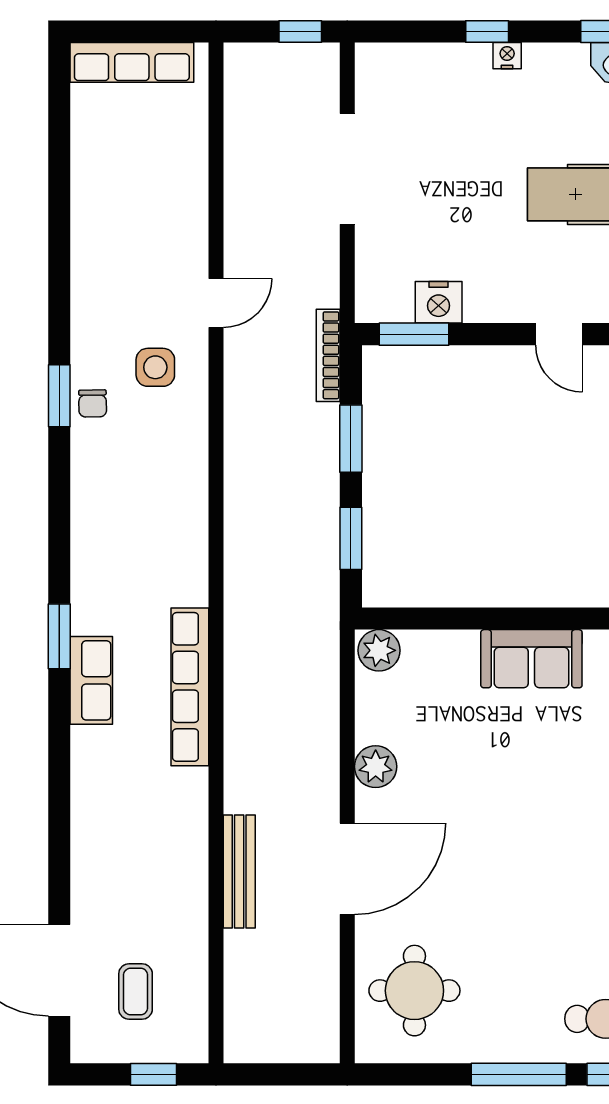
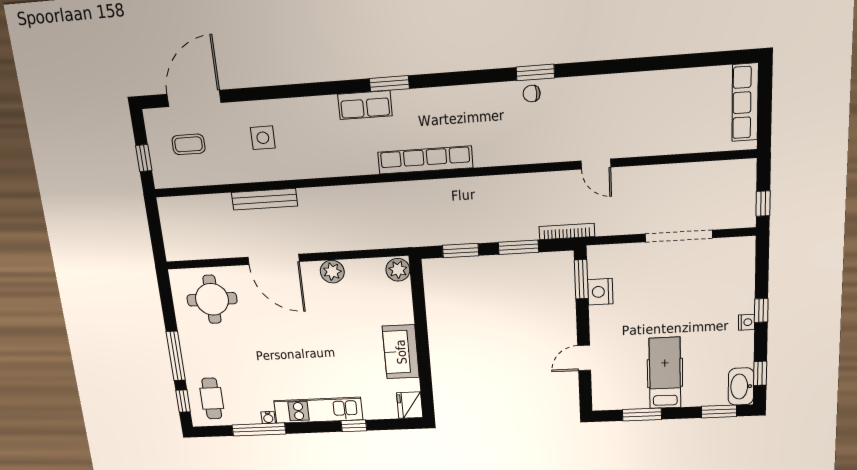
side table: (155, 367) -> (263, 138), moved
row of seats: (190, 687) -> (425, 160), moved

